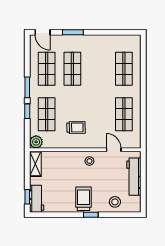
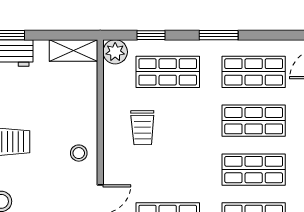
shop shelf: (98, 69) -> (254, 170), added
window: (27, 111) -> (151, 35), moved

